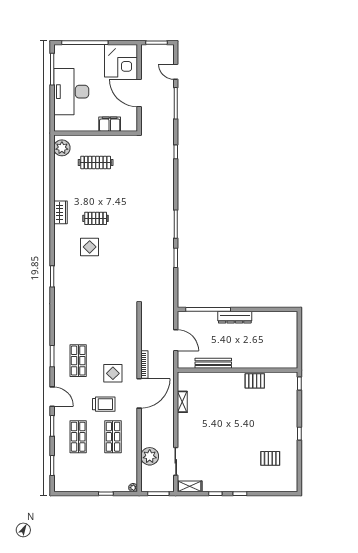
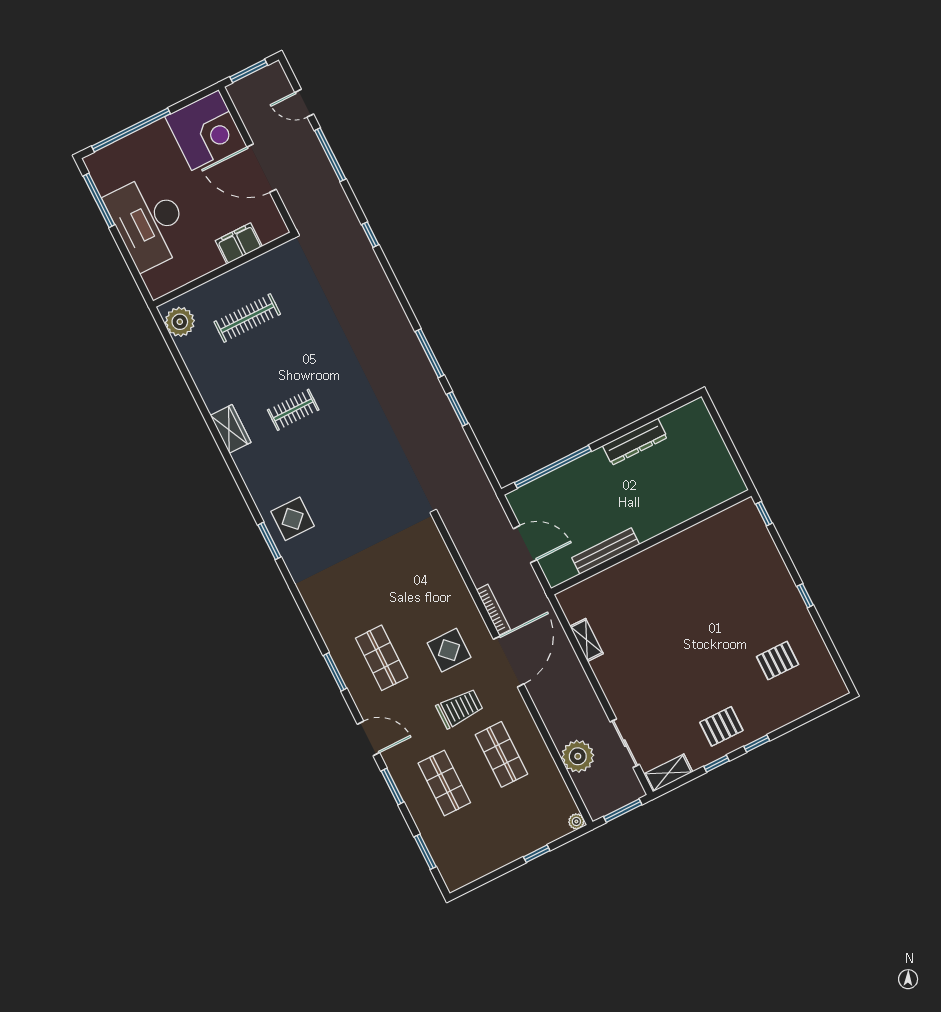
display table: (90, 247) -> (293, 519), moved
dresser: (235, 317) -> (635, 442), moved
pallet: (255, 381) -> (721, 726), moved

